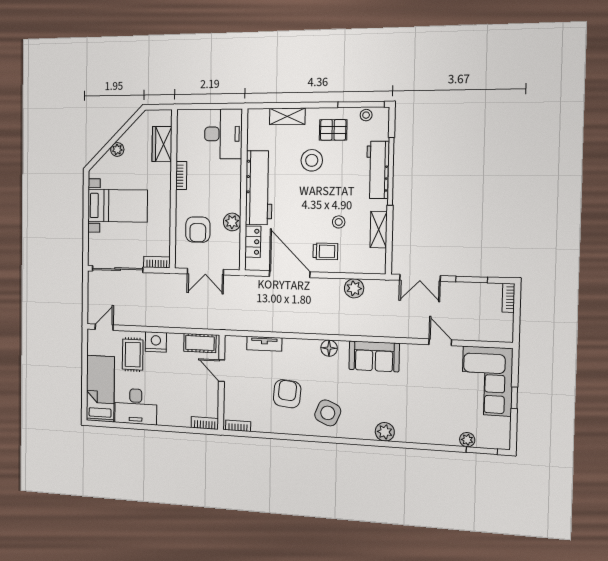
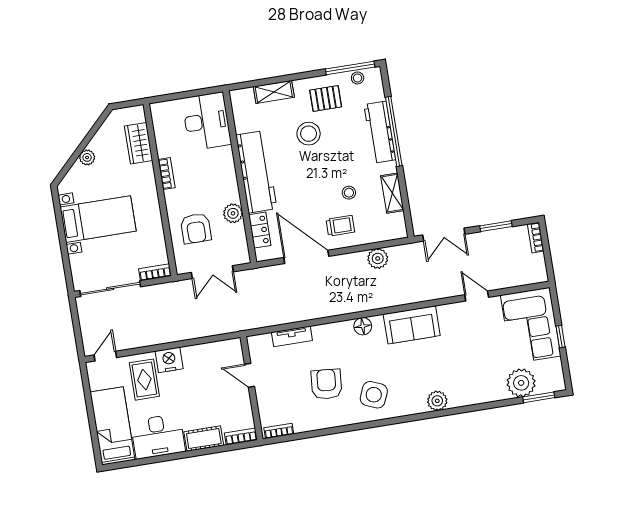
cot: (200, 343) -> (204, 439), moved
plant: (467, 440) -> (521, 383), width x1.87, depth x1.87

